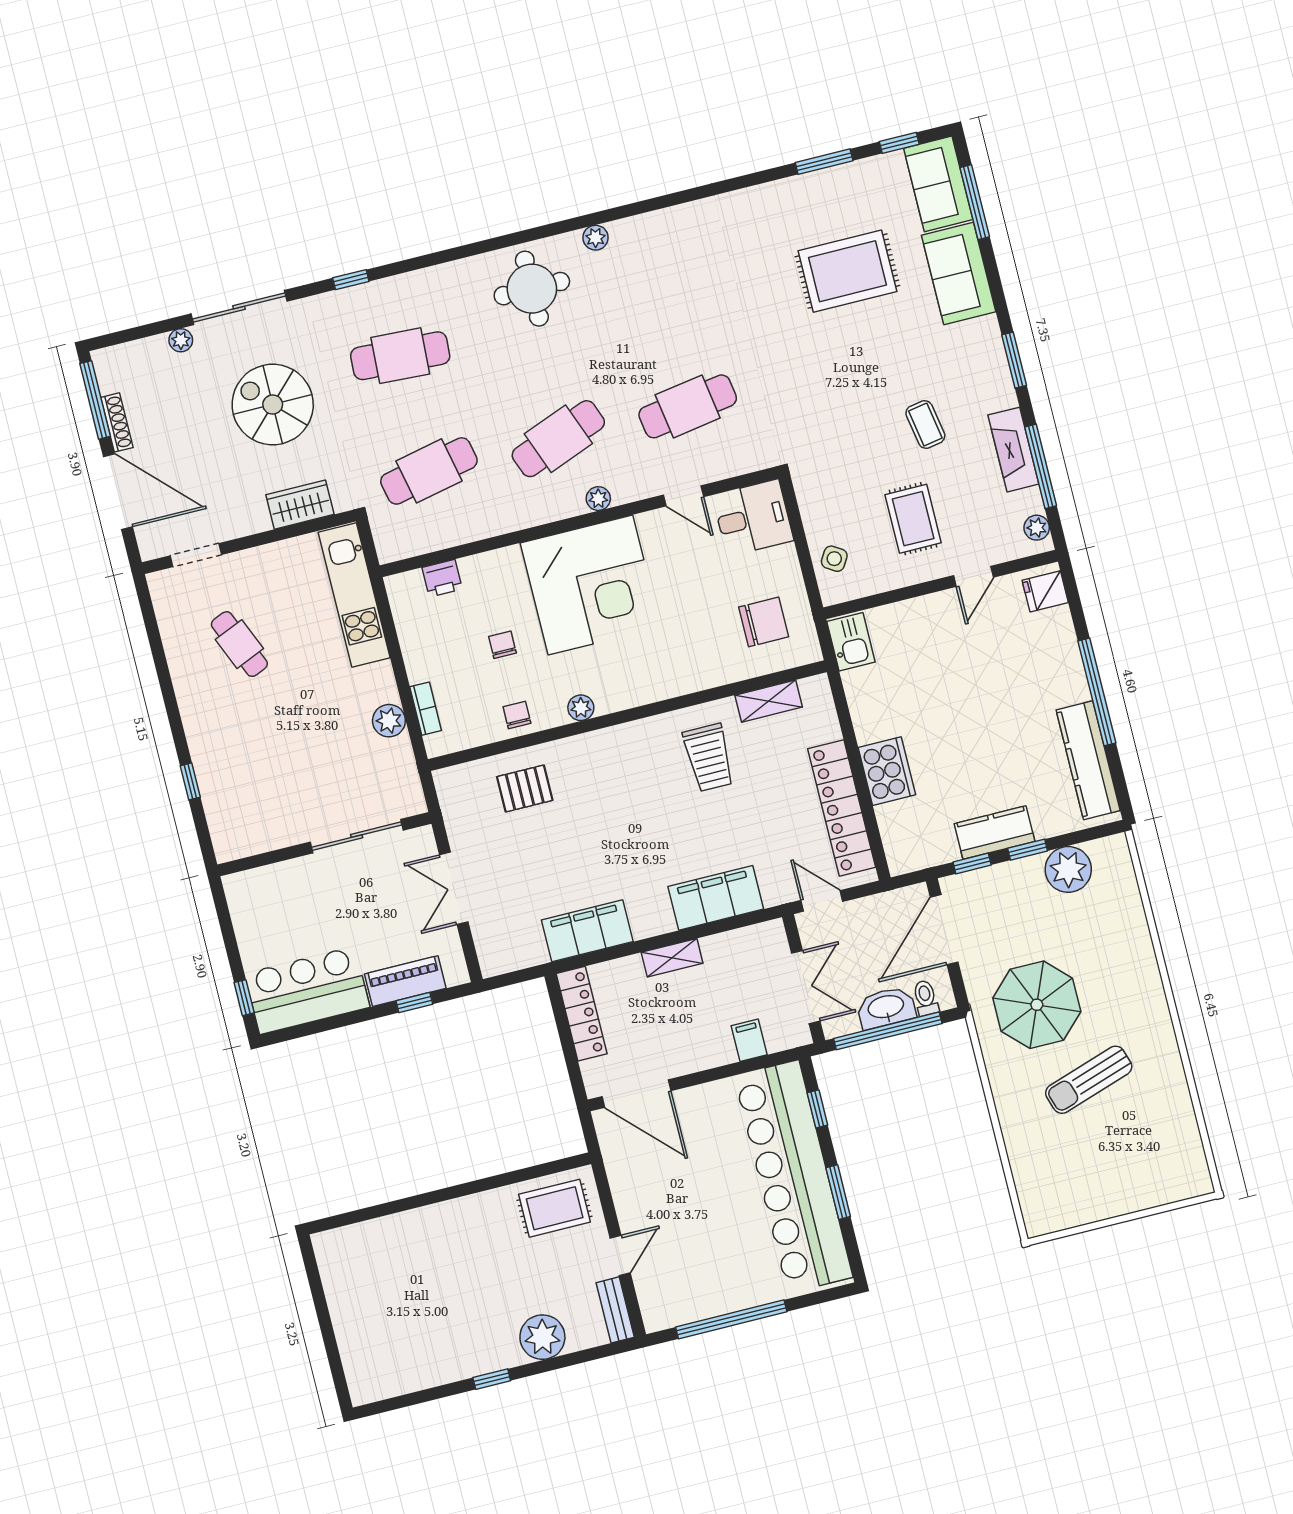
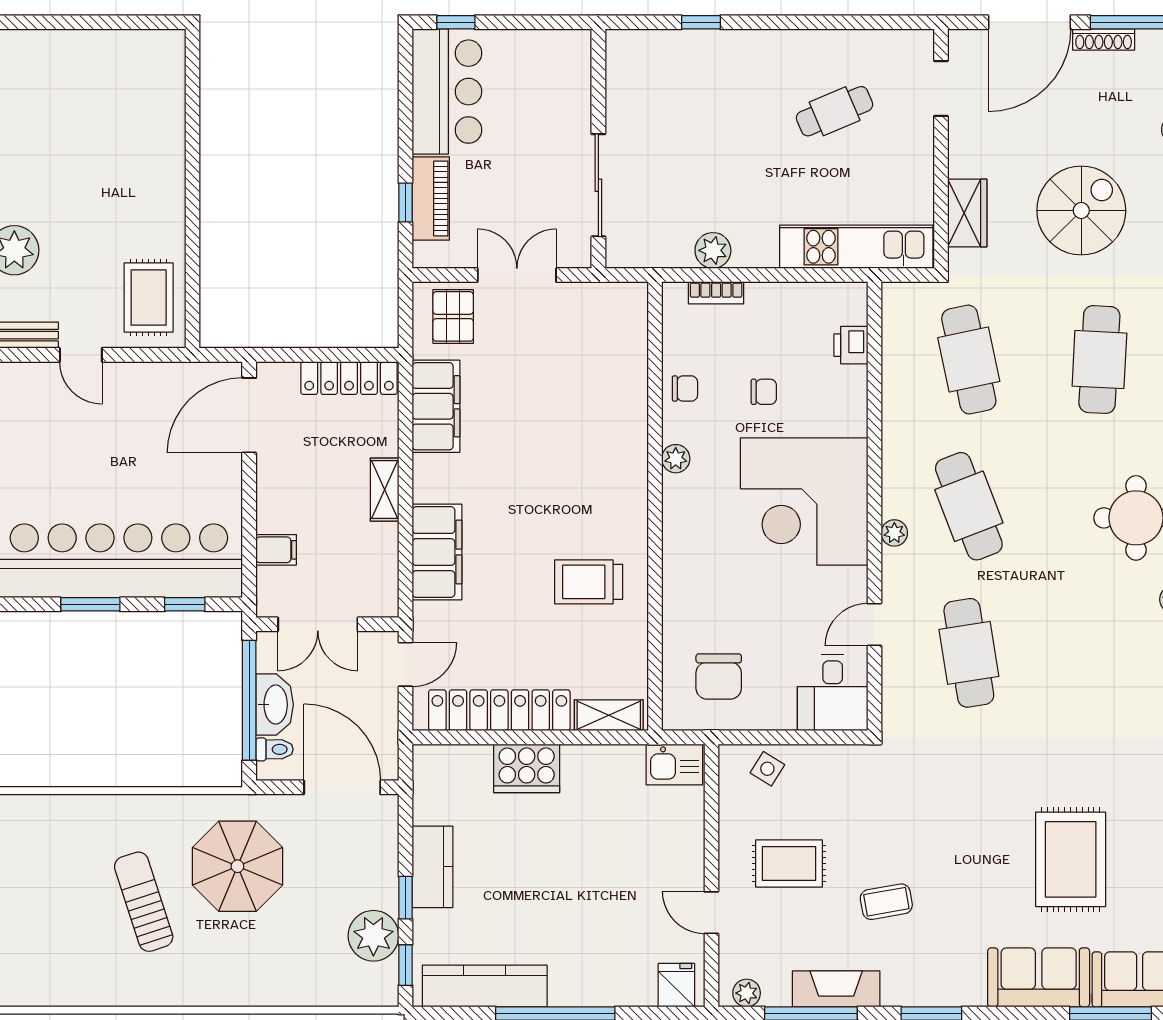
shelving: (769, 701) -> (609, 715), moved, turned 90
pallet: (525, 789) -> (453, 316), moved
window: (972, 863) -> (405, 965), moved

